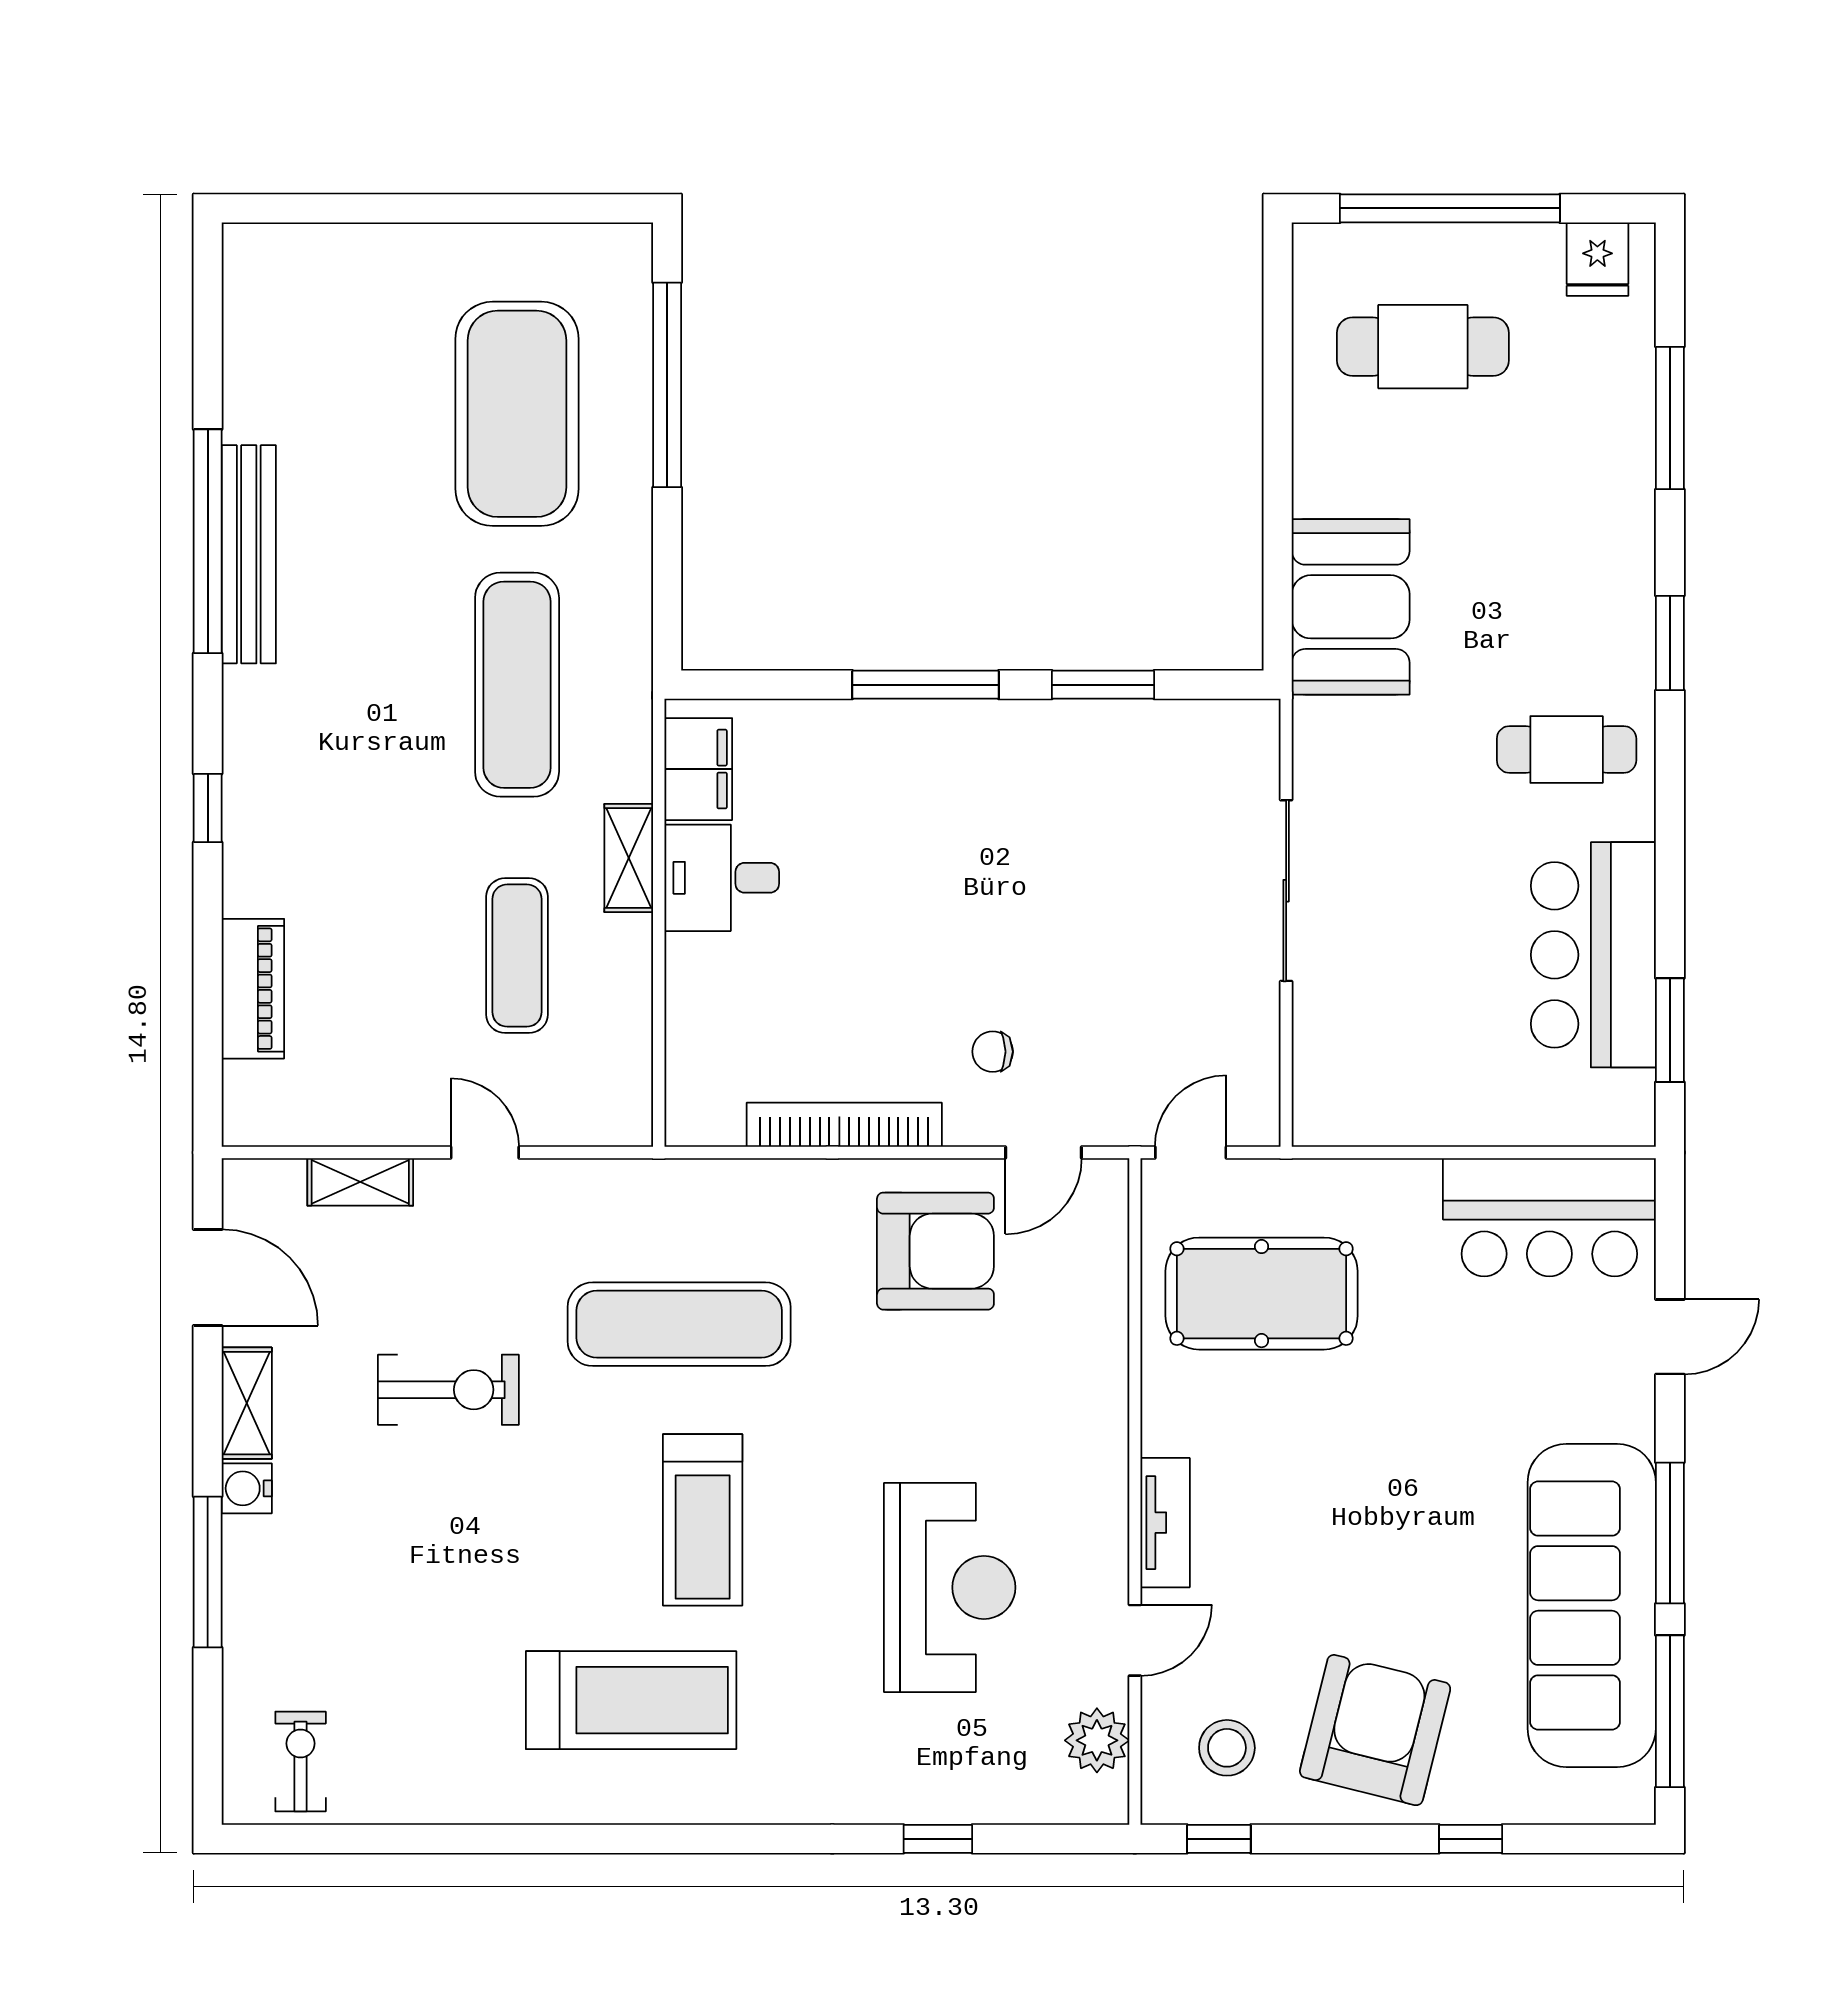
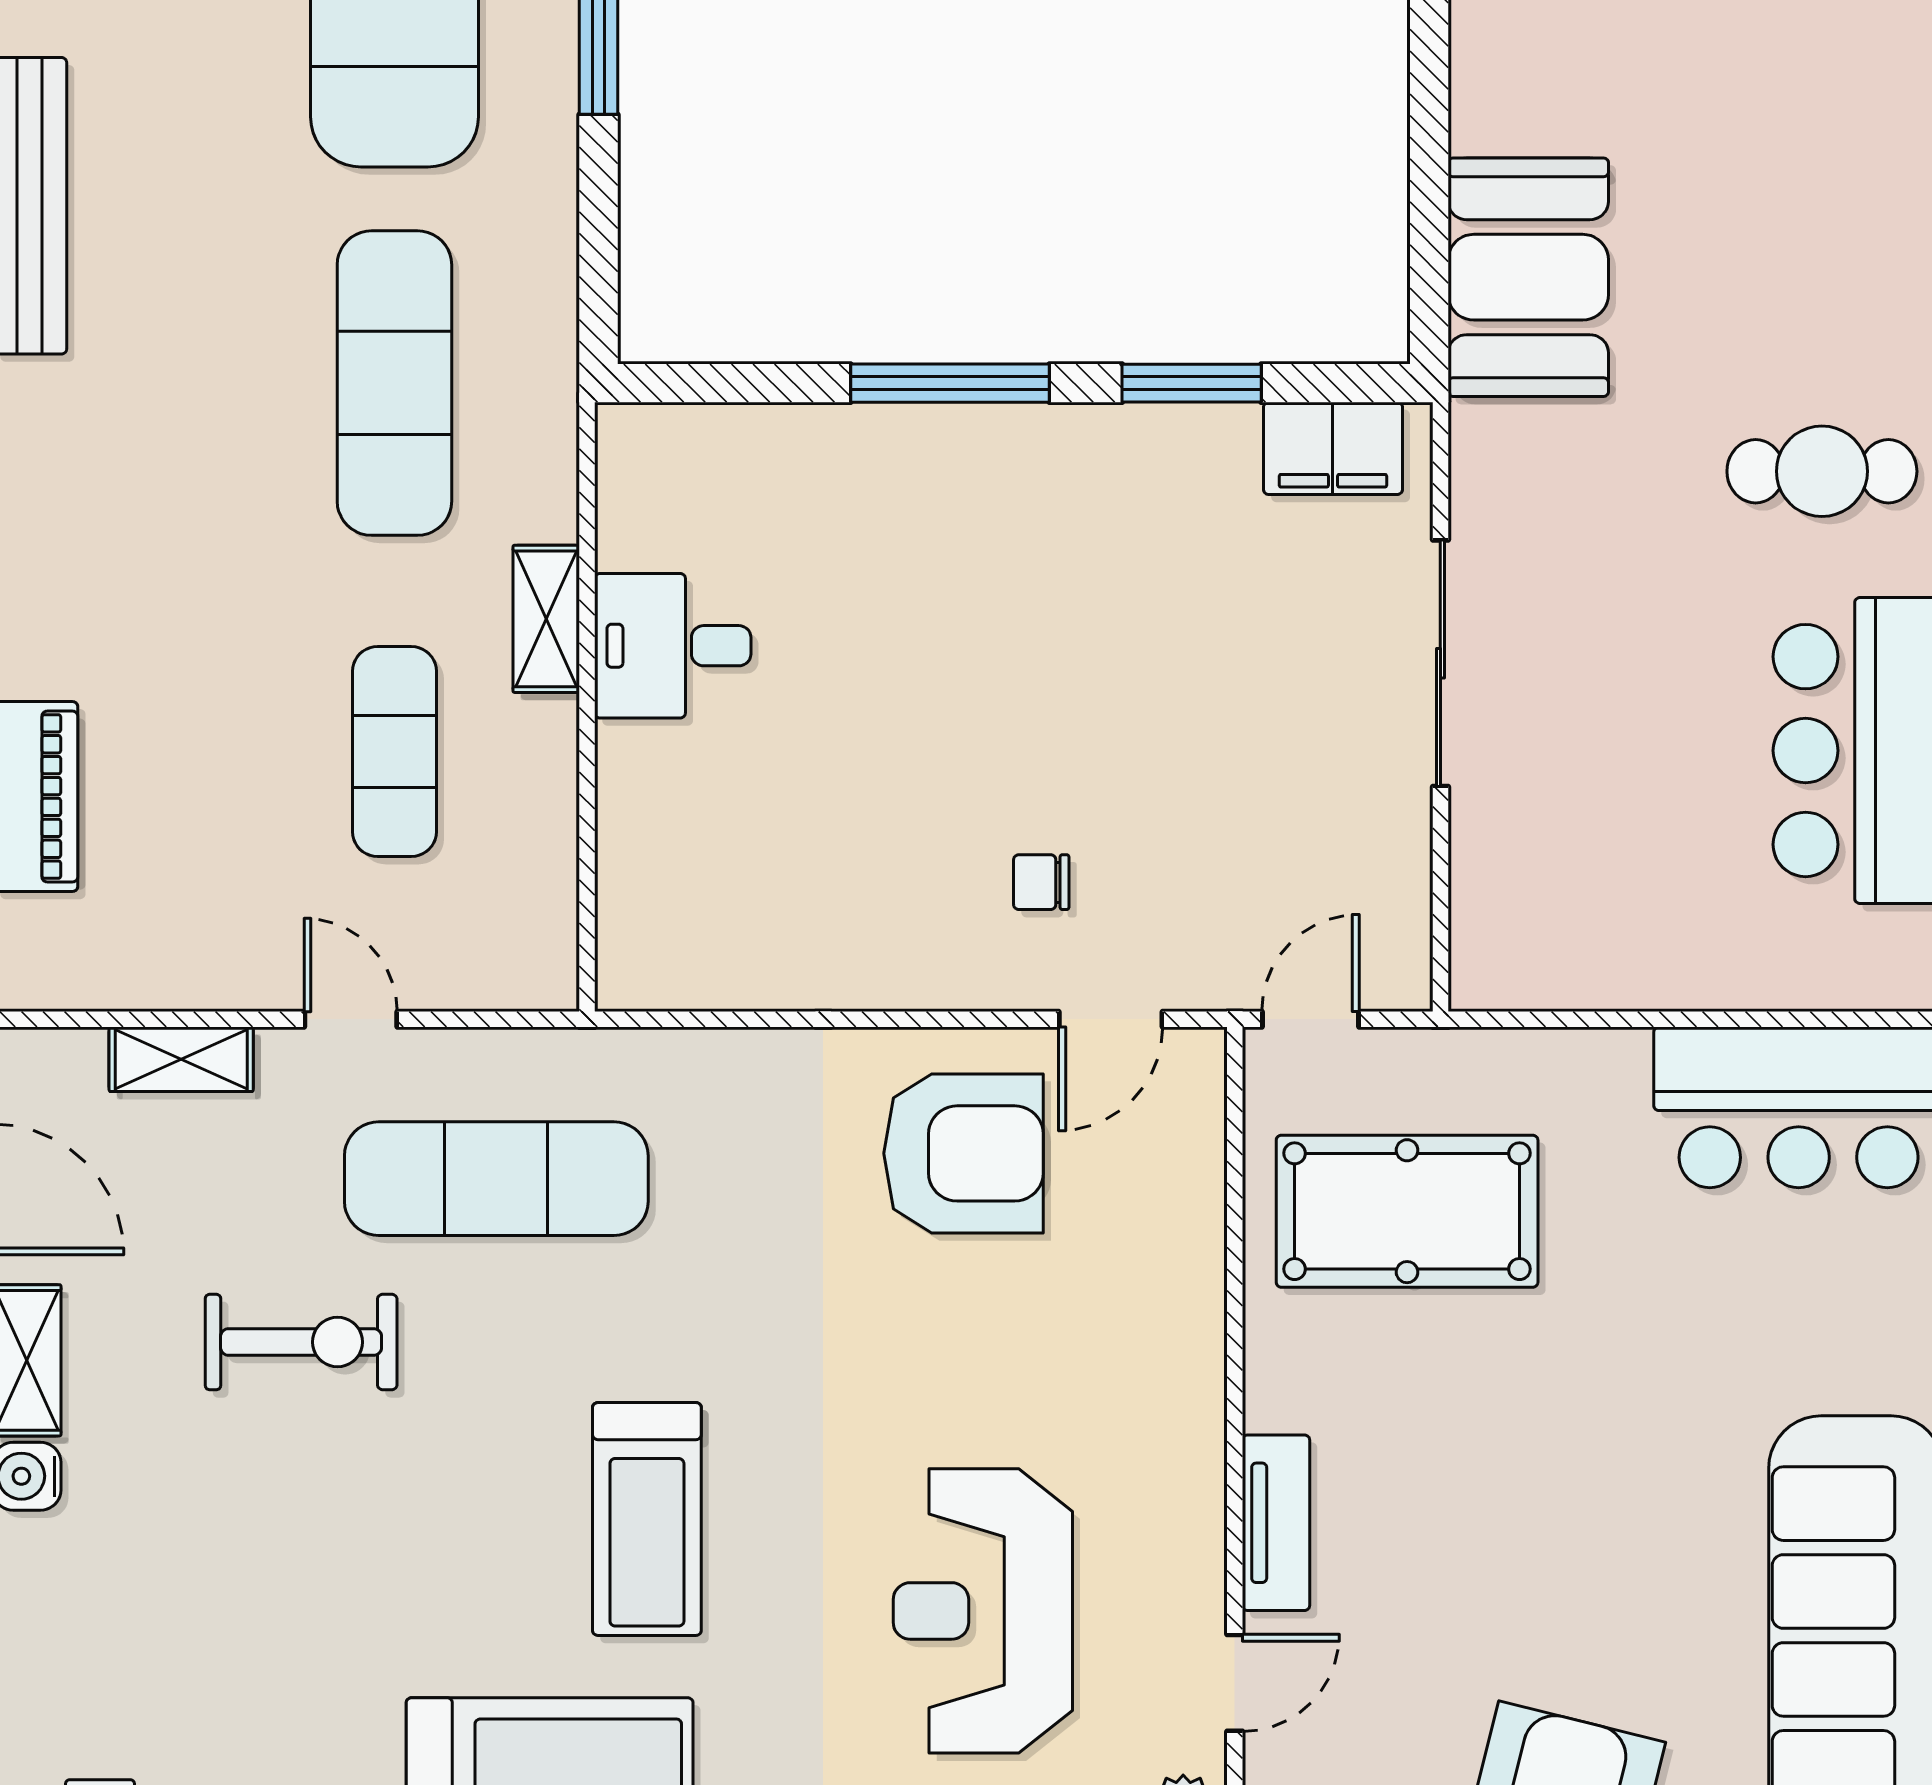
filing cabinet: (698, 769) -> (1333, 448), moved, turned 90
bookcase: (844, 1125) -> (840, 982), removed
exercise mat: (679, 1324) -> (496, 1179), moved
reception desk: (950, 1587) -> (983, 1611), turned 180

